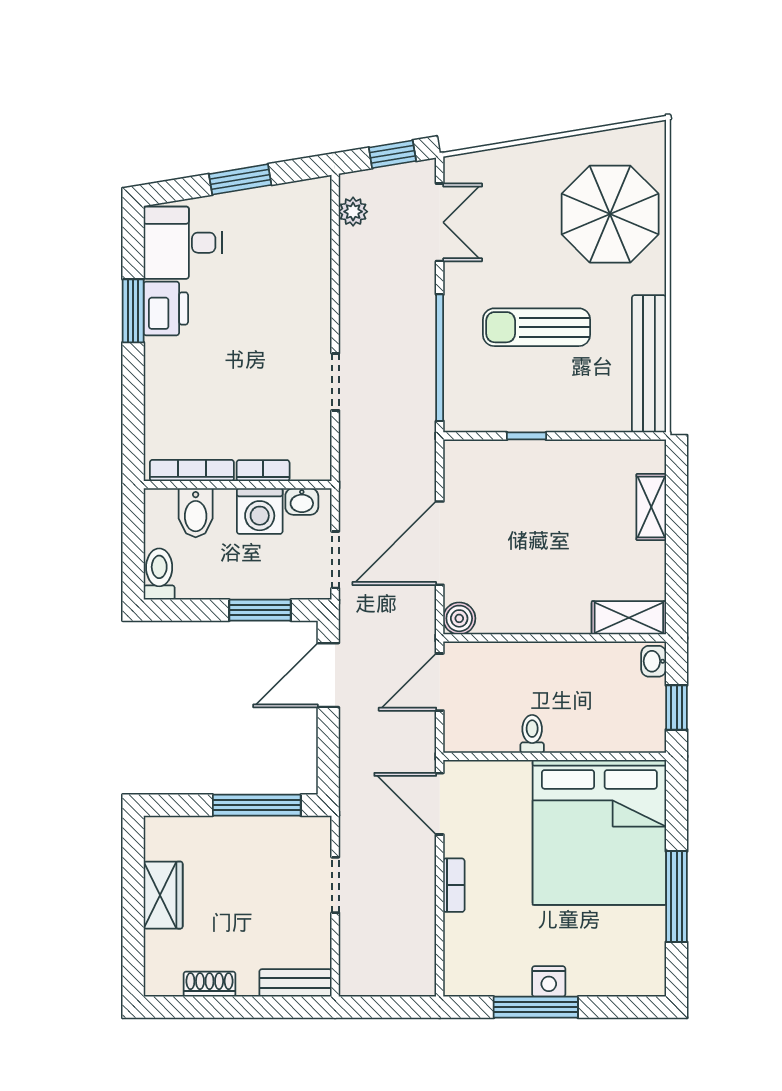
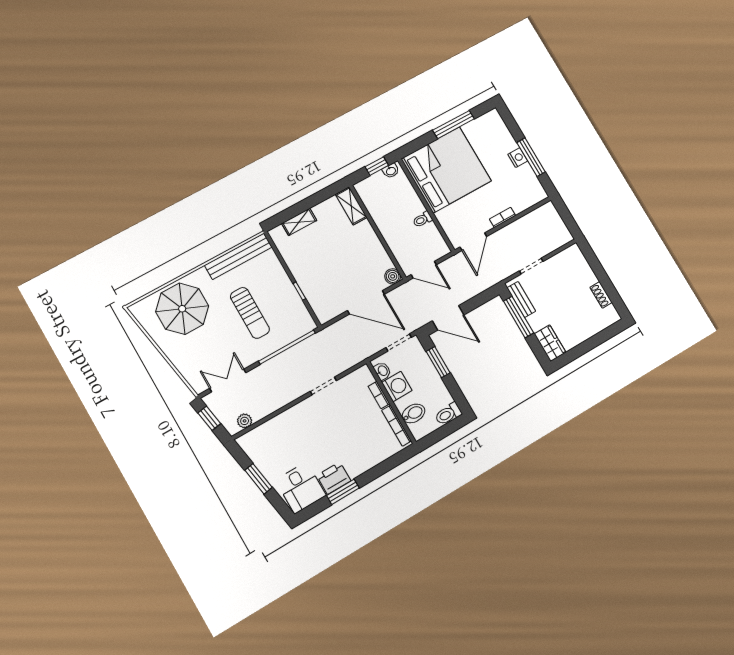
washbasin: (654, 661) -> (391, 171), moved
wardrobe: (163, 895) -> (550, 343), moved, turned 90
bench: (296, 983) -> (521, 299), moved

